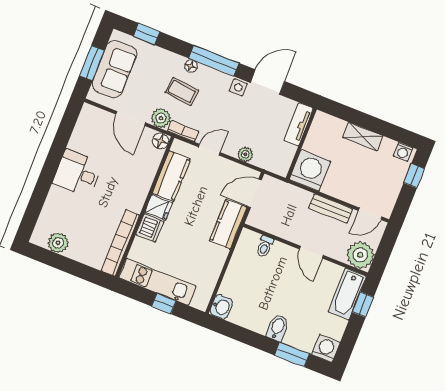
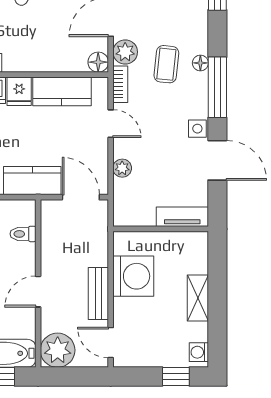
washing machine: (310, 170) -> (133, 276), moved

